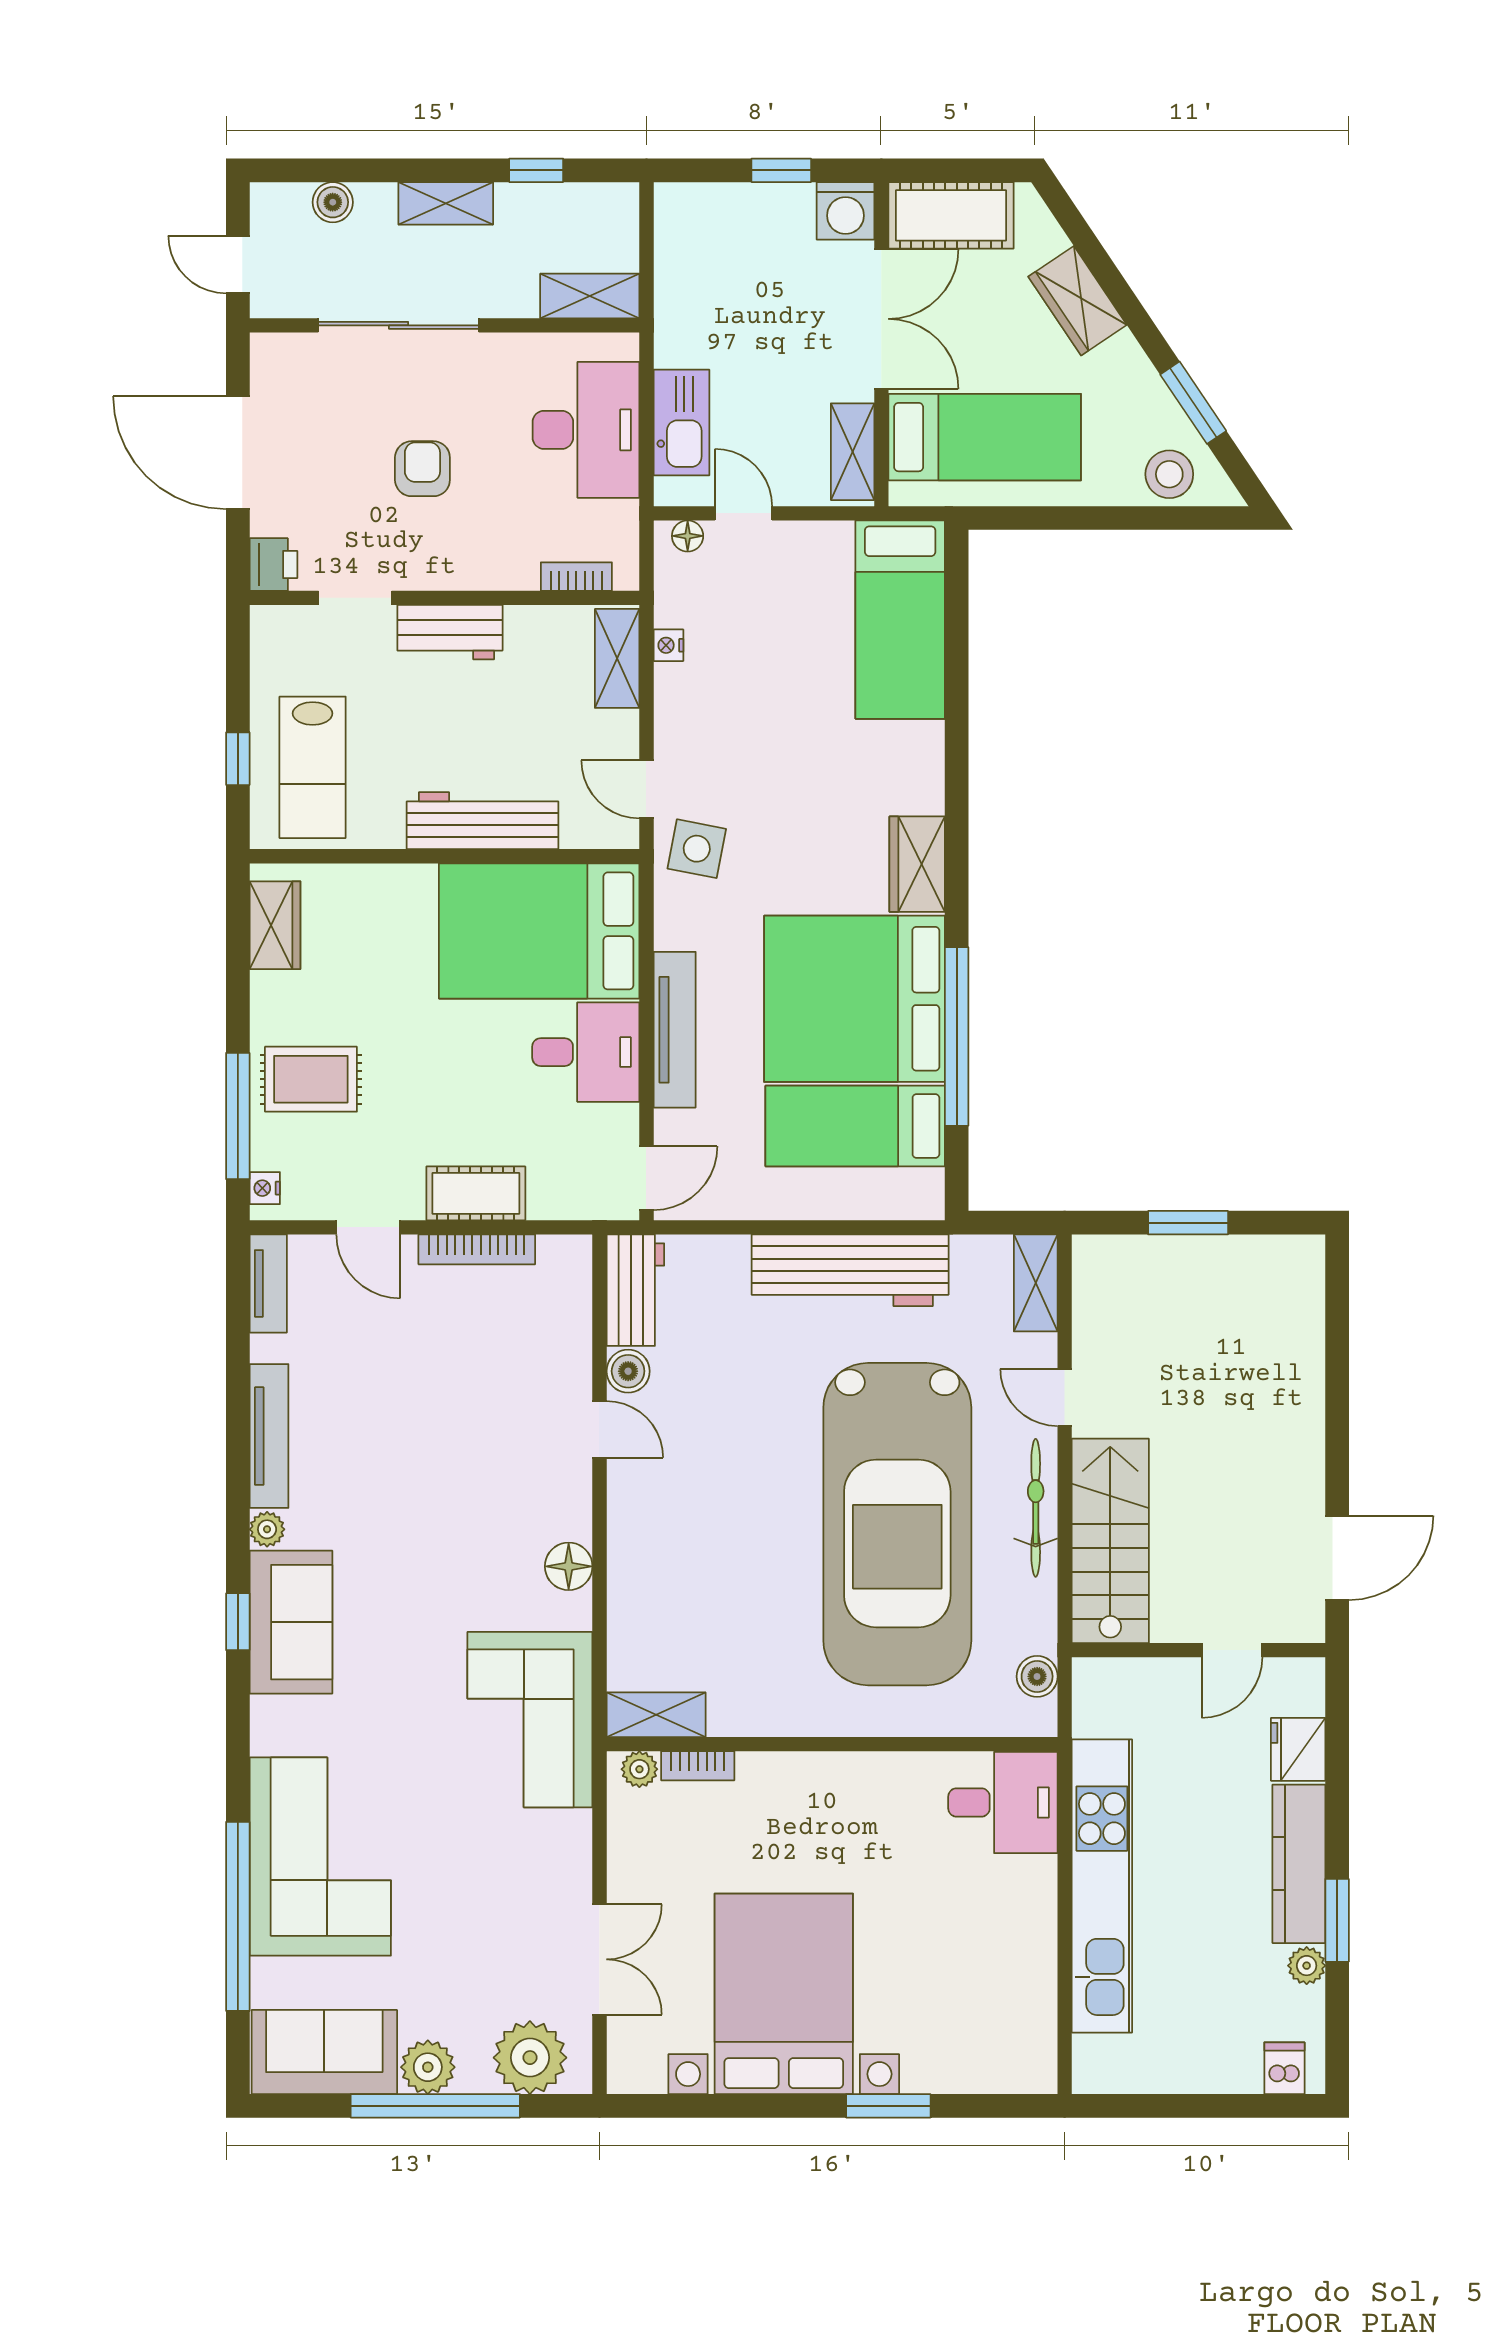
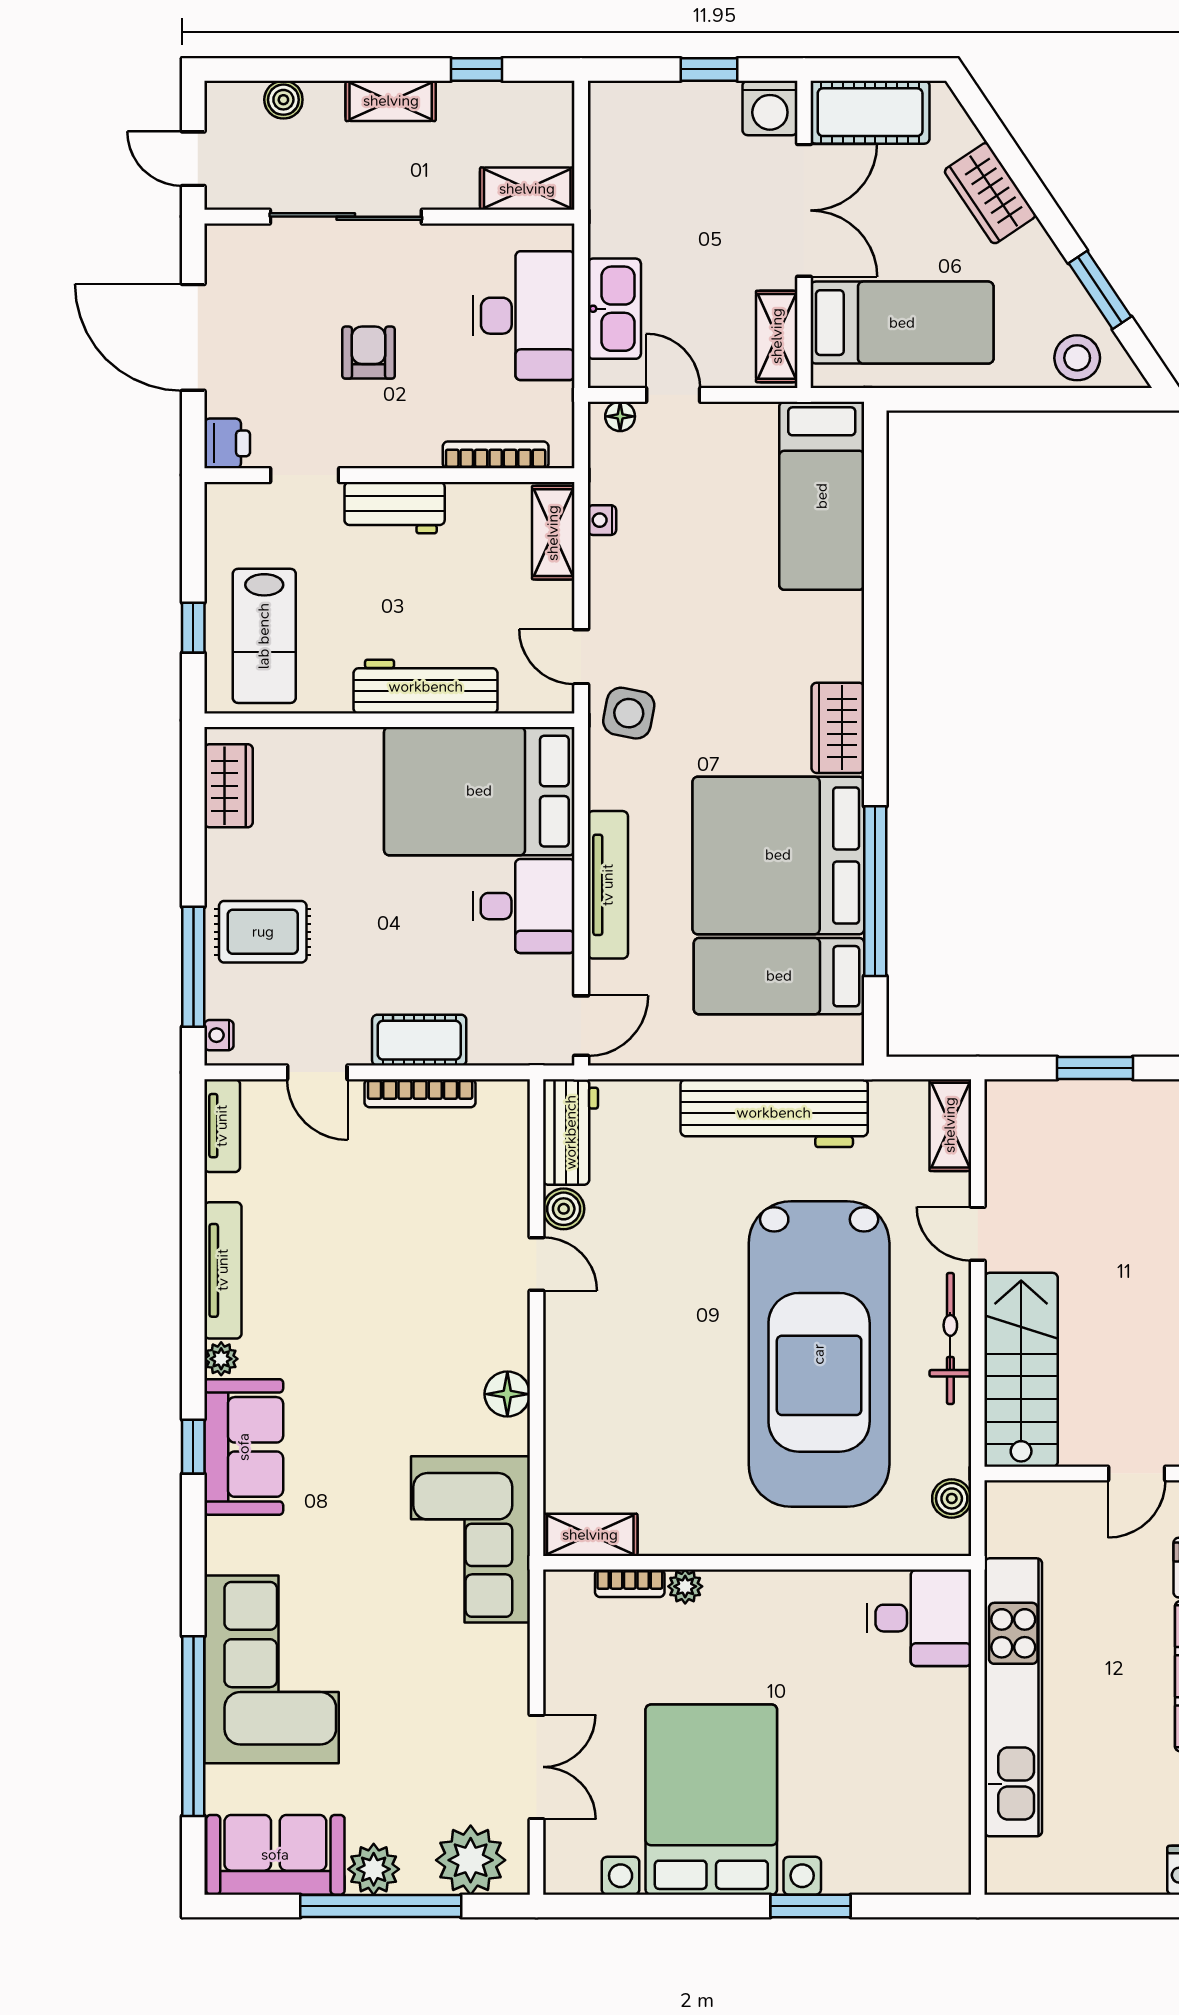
bookcase: (576, 577) -> (496, 455), width x1.56
plant: (639, 1769) -> (685, 1586), moved

